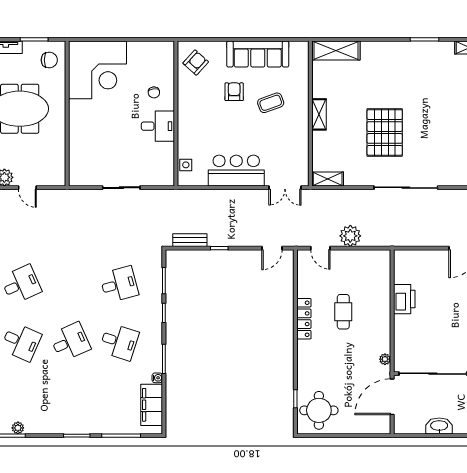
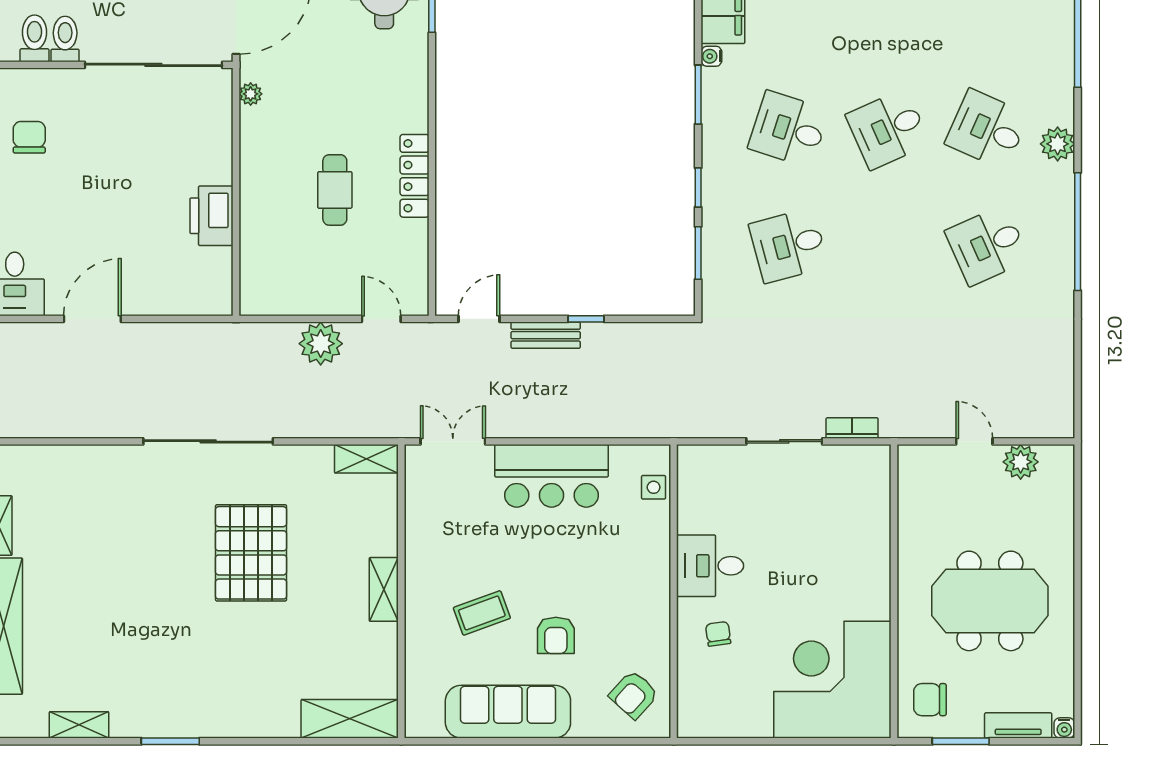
bookcase: (88, 194) -> (852, 428), added
bench: (190, 240) -> (546, 335), moved

